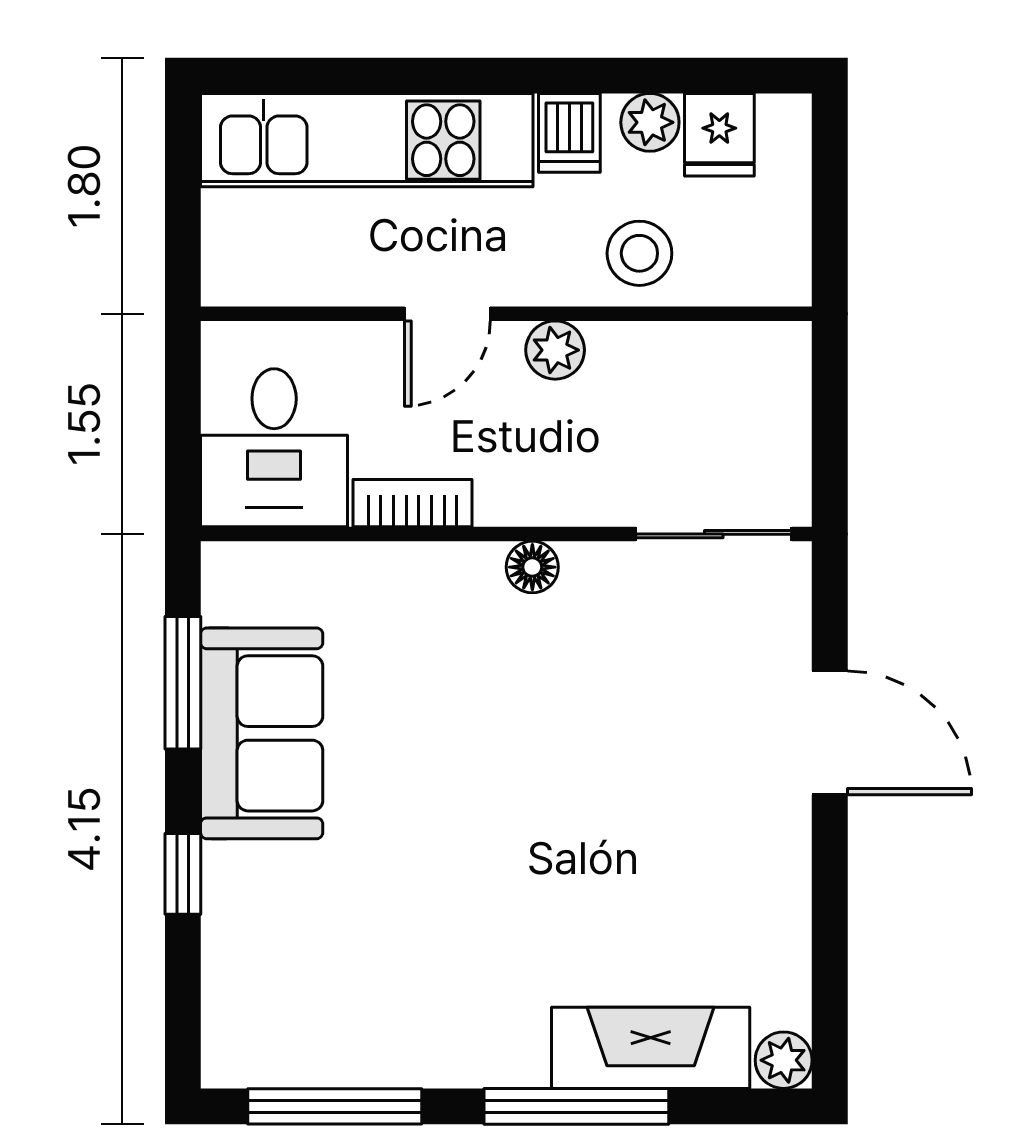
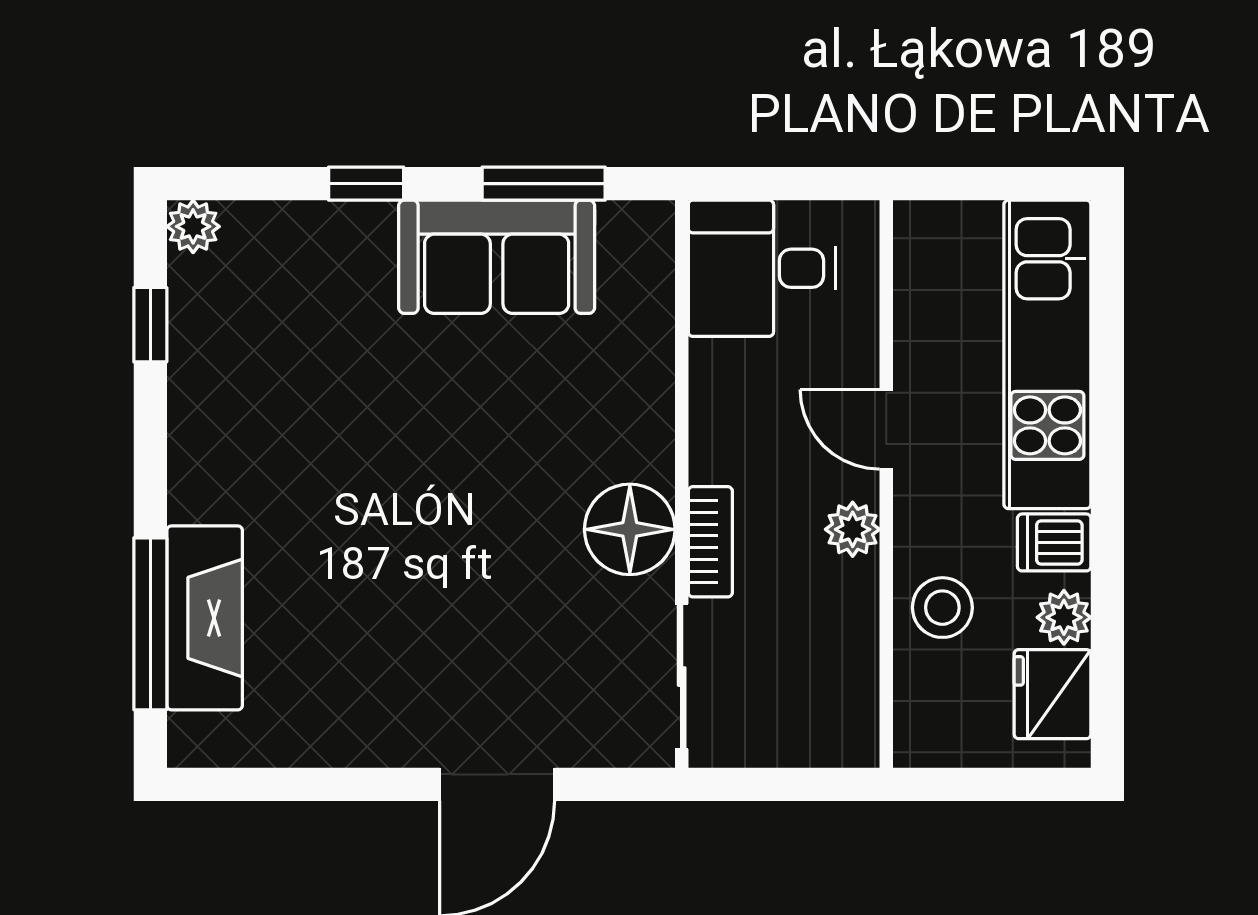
fridge: (719, 135) -> (1052, 694), width x1.38
bookcase: (413, 503) -> (710, 542), moved
floor lamp: (532, 567) -> (630, 529), width x1.89, depth x1.89
plant: (784, 1060) -> (193, 226), moved
window: (335, 1106) -> (150, 325), width x0.46
window: (576, 1106) -> (150, 624), moved

